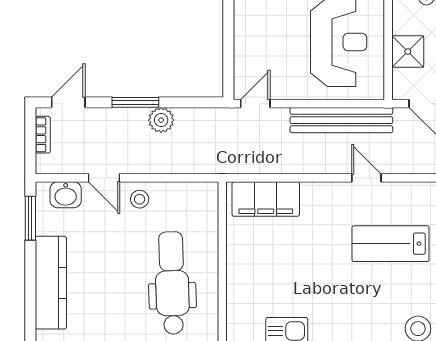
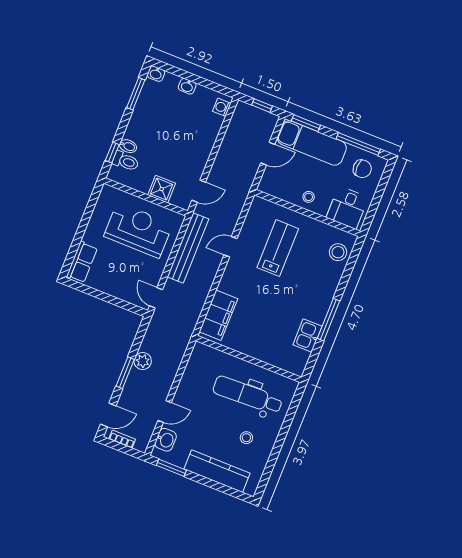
door: (68, 102) -> (108, 415), swing flipped
stool: (140, 199) -> (246, 438), moved
lab bench: (391, 244) -> (278, 248), turned 180

